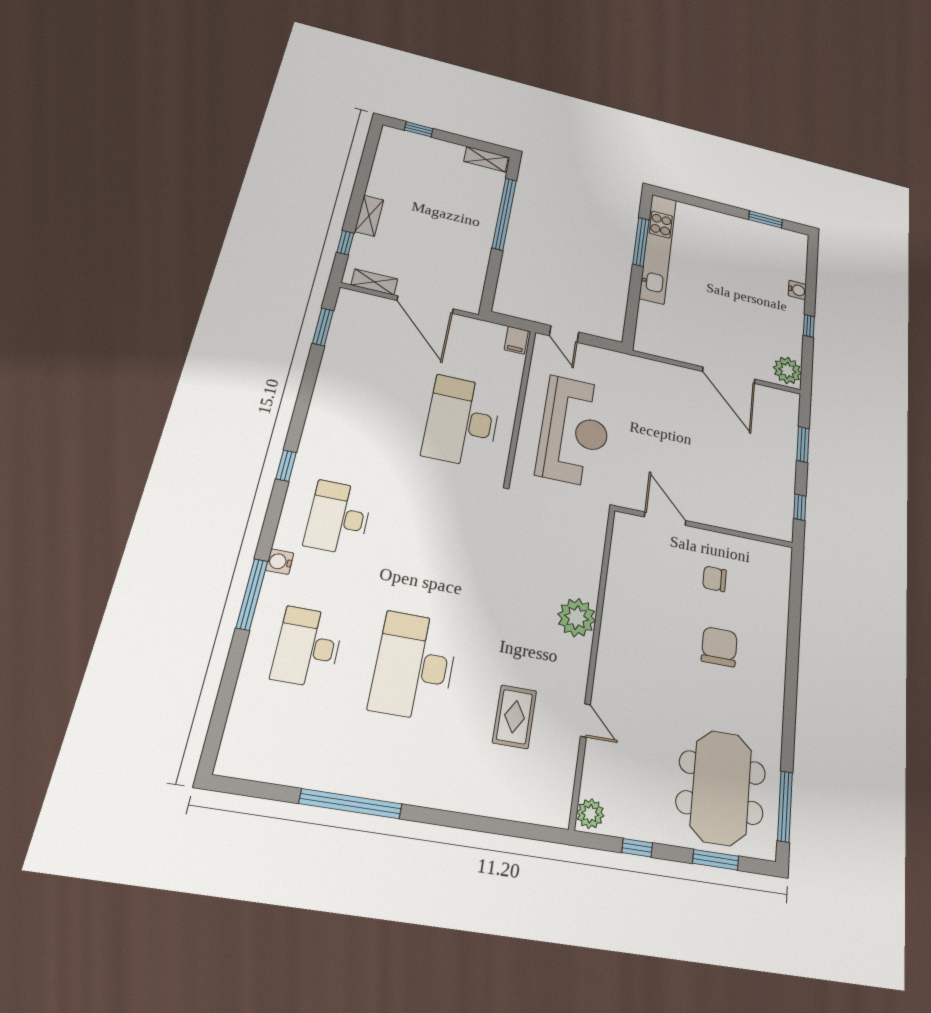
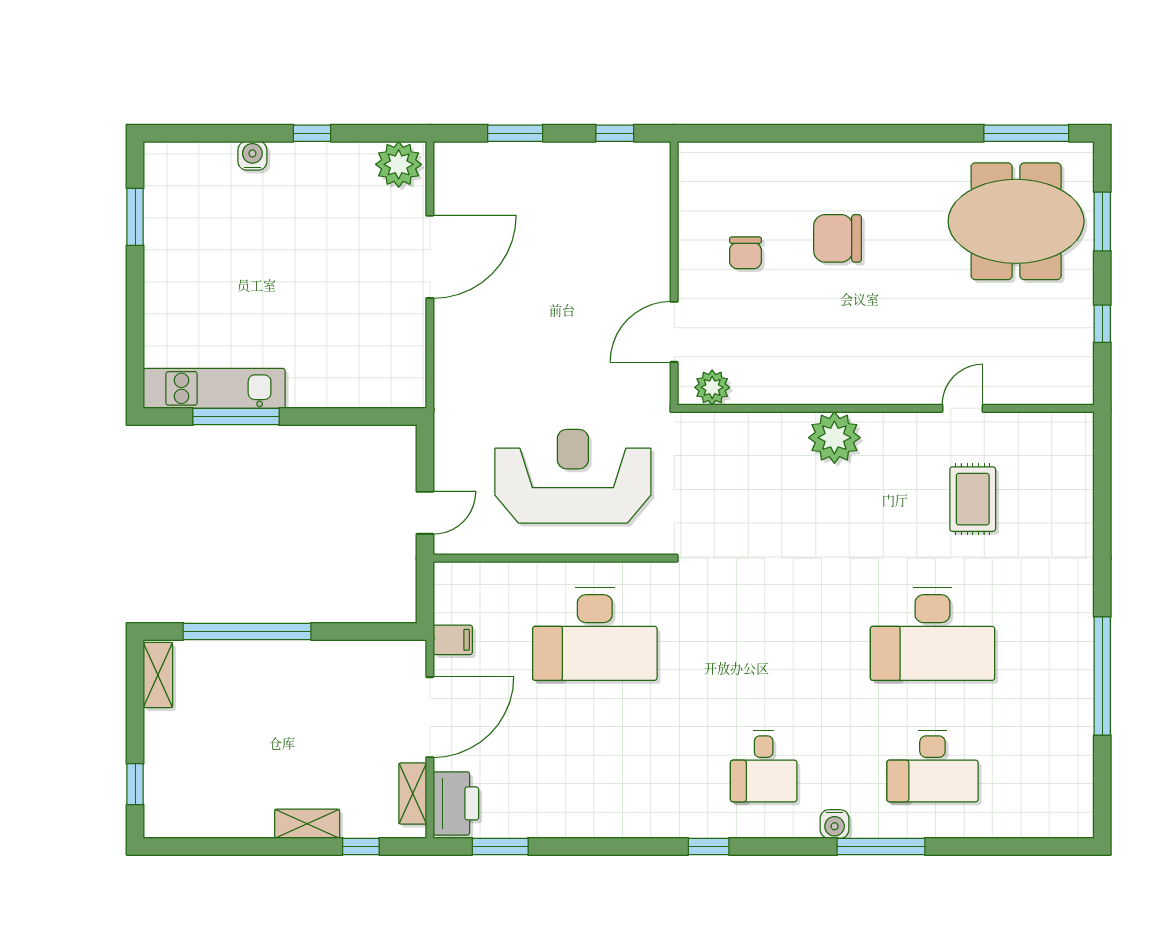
kitchen unit: (658, 248) -> (214, 388), width x0.73
printer: (361, 306) -> (456, 803), added
filing cabinet: (516, 340) -> (453, 640), moved
desk: (339, 518) -> (764, 766), width x0.73
rug: (515, 717) -> (973, 499), turned 90
plant: (590, 814) -> (712, 387), moved

